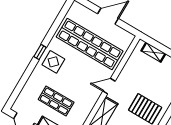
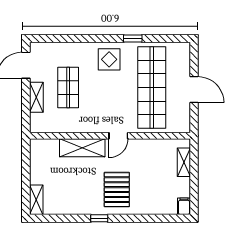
window: (40, 52) -> (133, 39), moved
door: (109, 86) -> (118, 136), swing flipped

